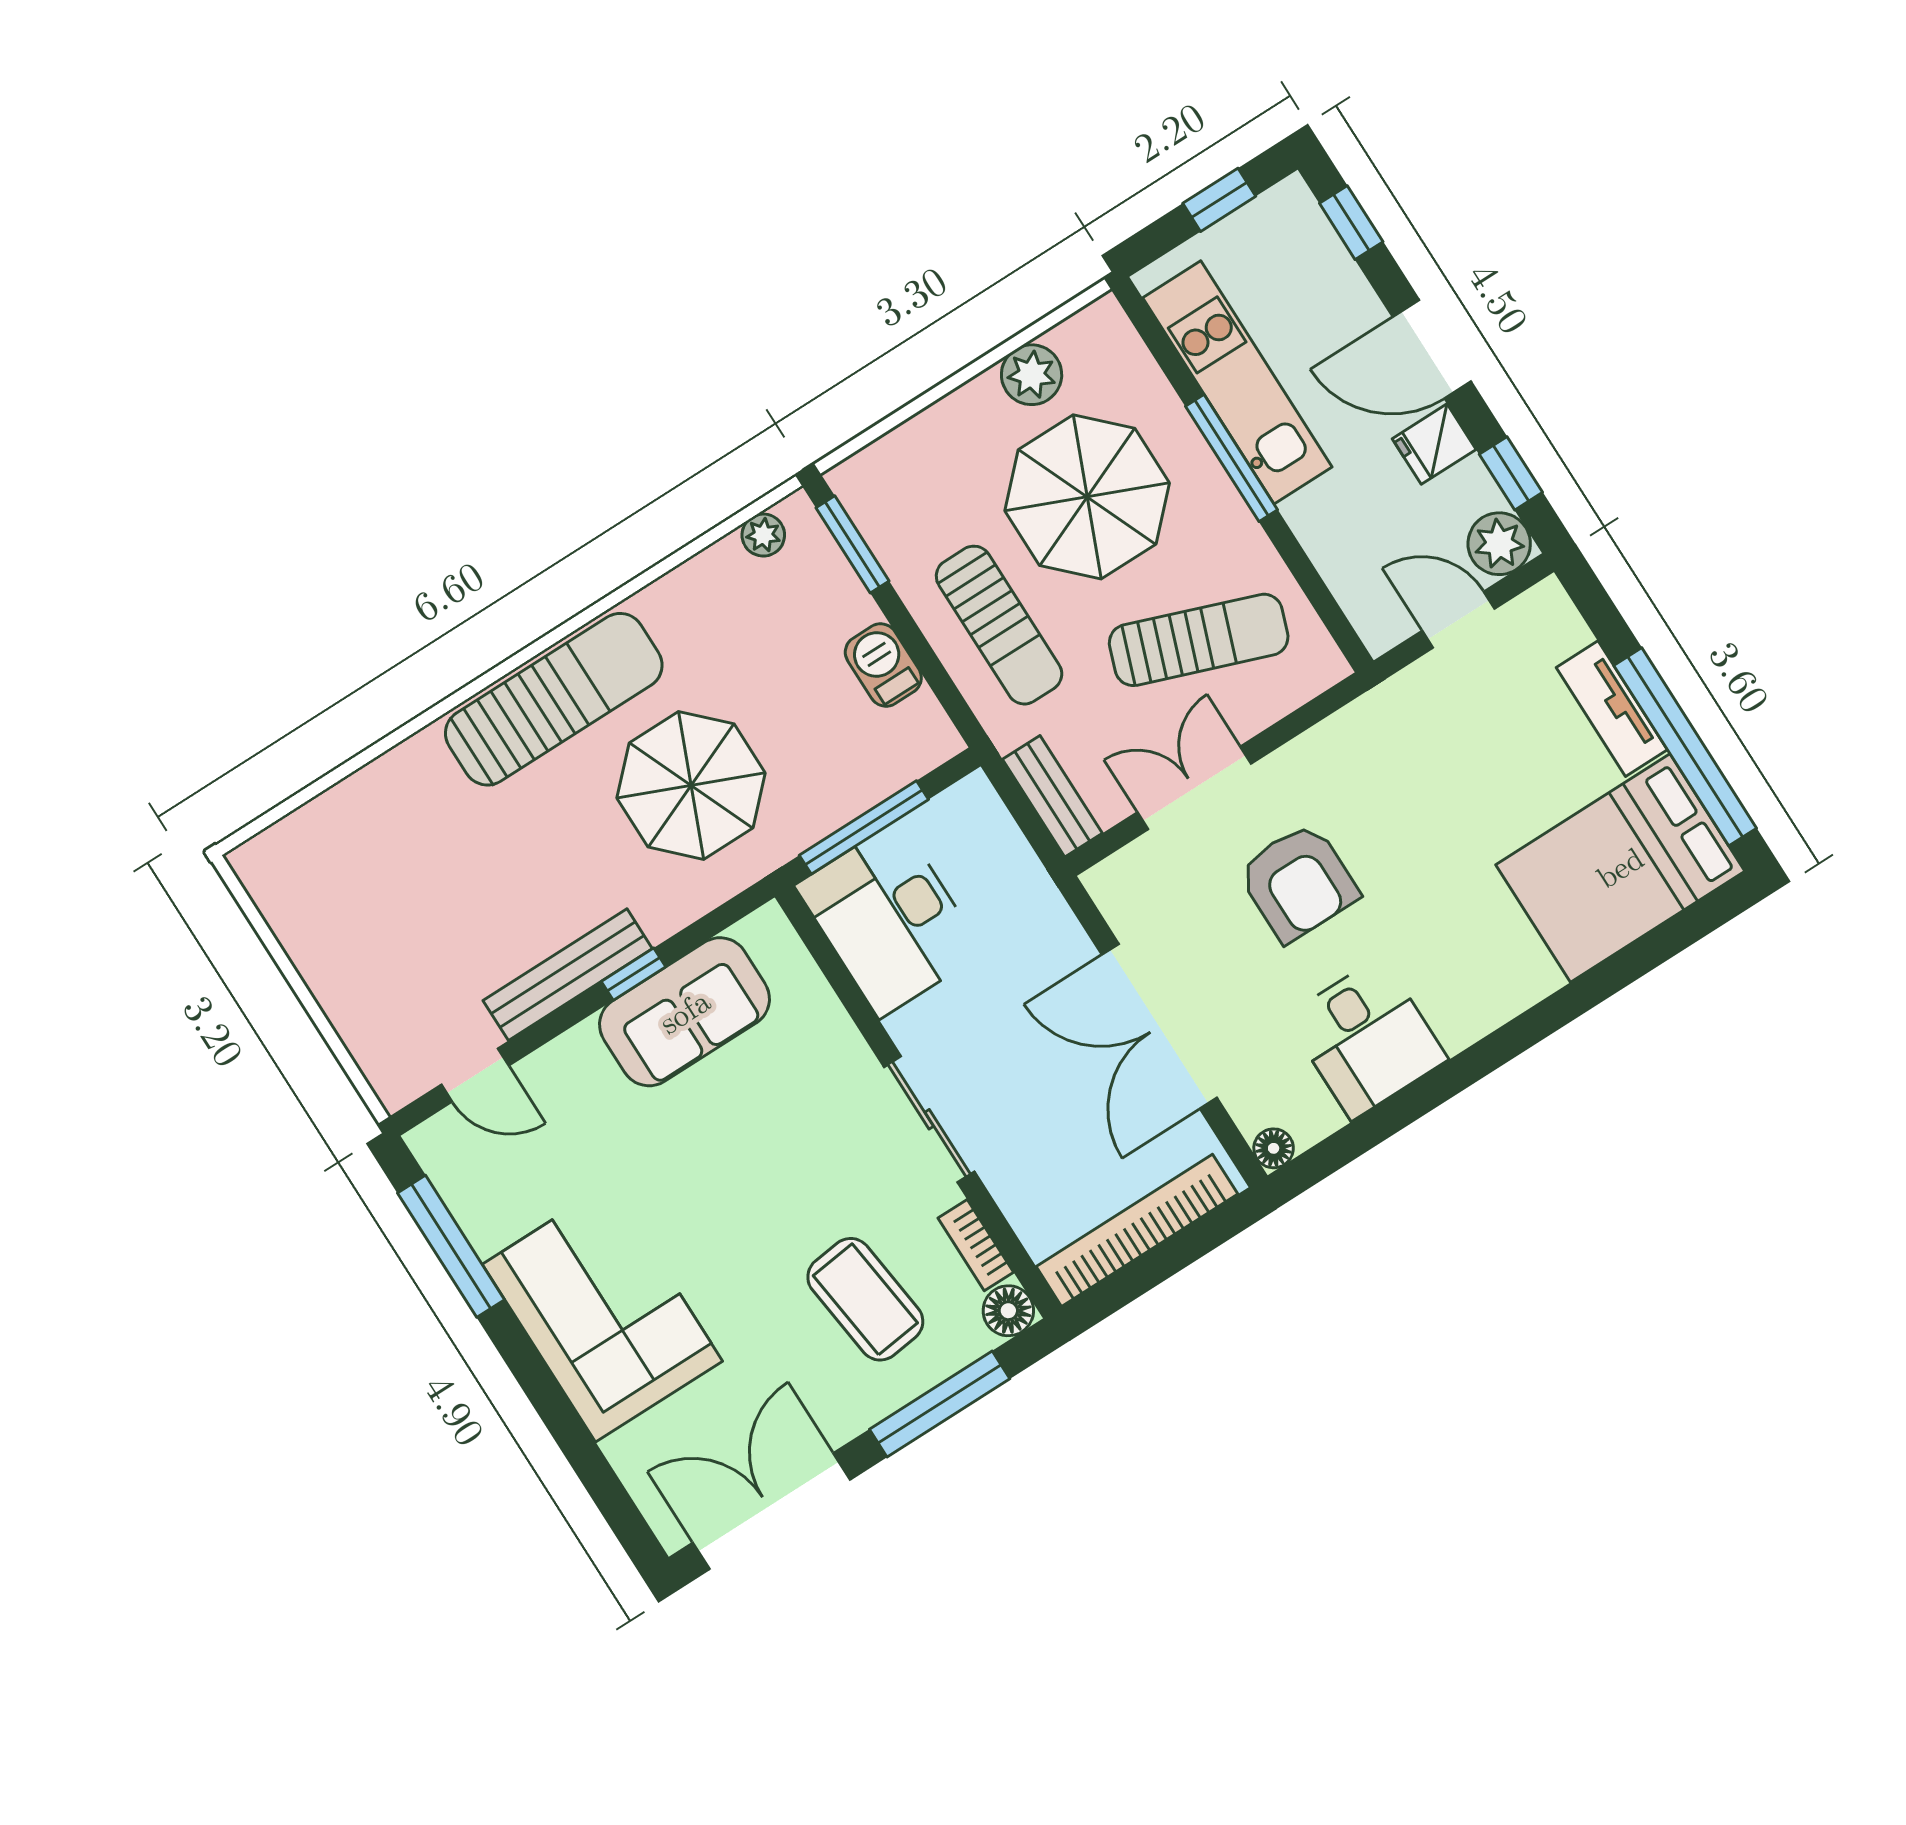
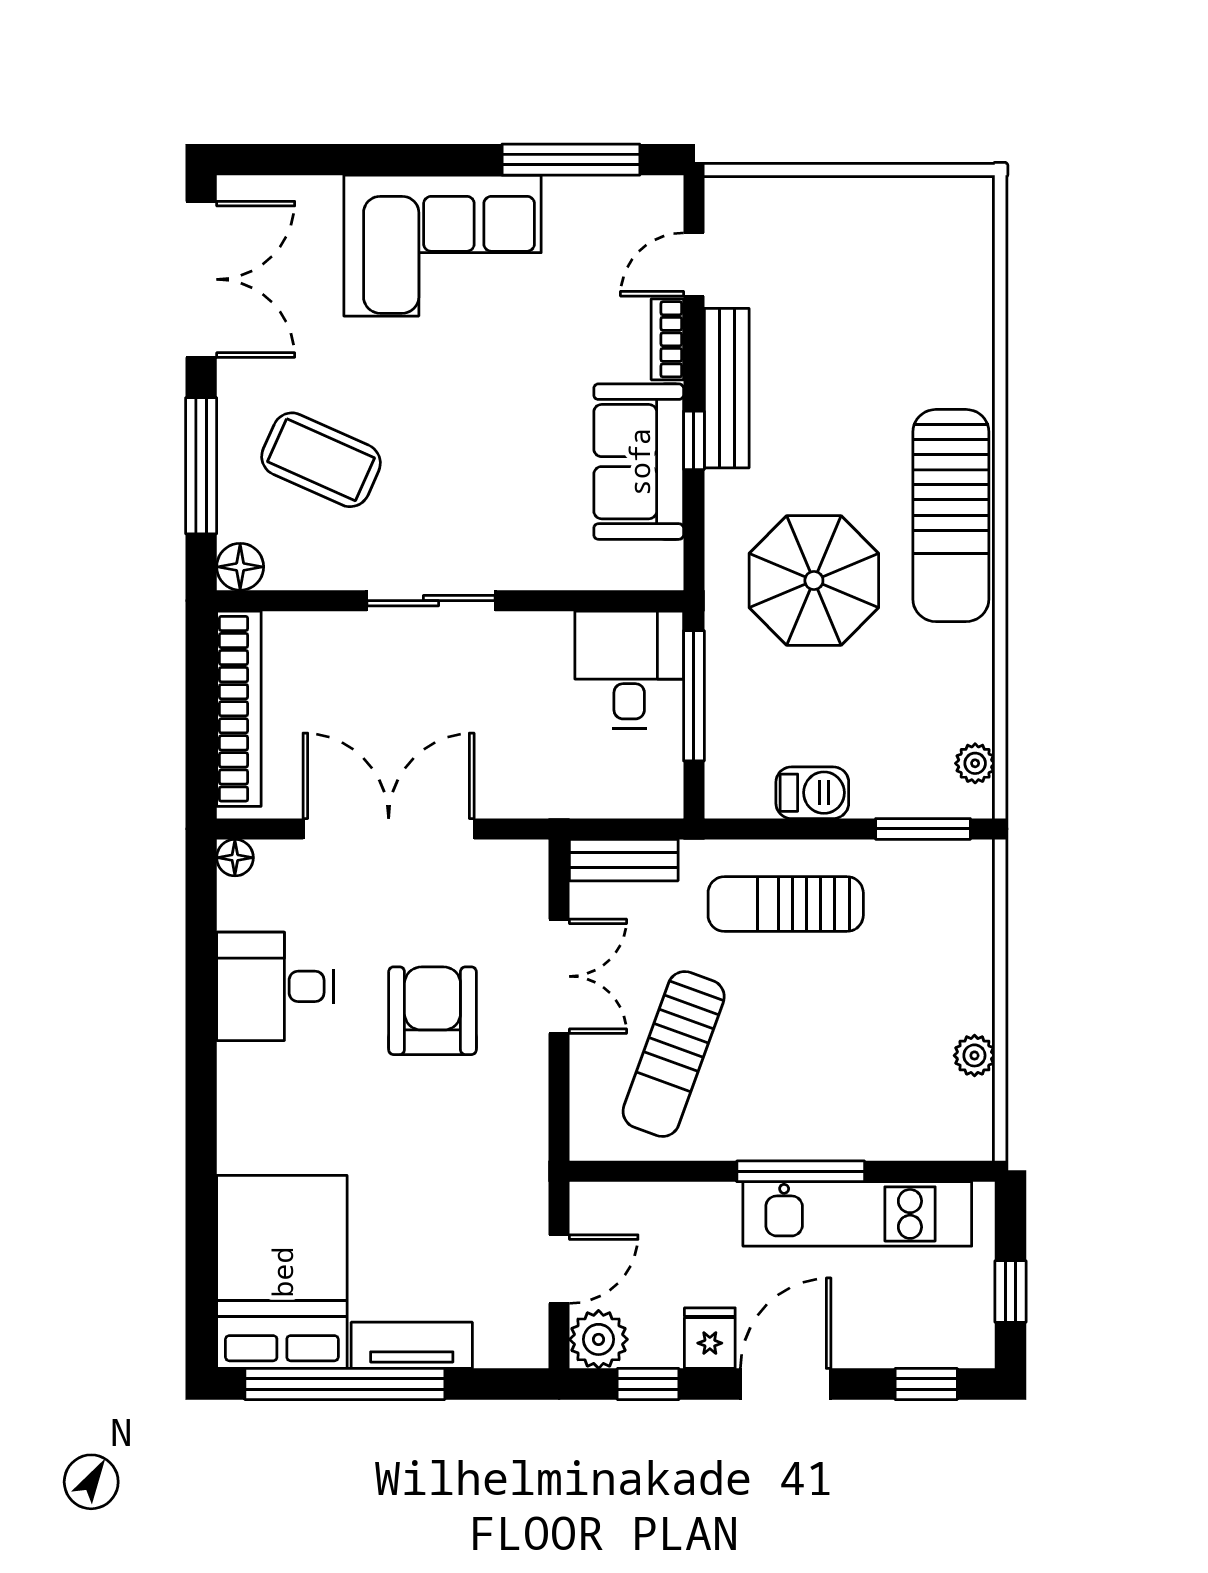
plant: (1032, 375) -> (974, 1055), width x0.73, depth x0.73
parasol: (1087, 497) -> (843, 1038), removed
armchair: (1298, 882) -> (432, 1011), turned 90
desk: (889, 919) -> (629, 670), width x0.73
bookcase: (976, 1245) -> (667, 339), moved, turned -90
coffee table: (865, 1299) -> (321, 460), turned 31

